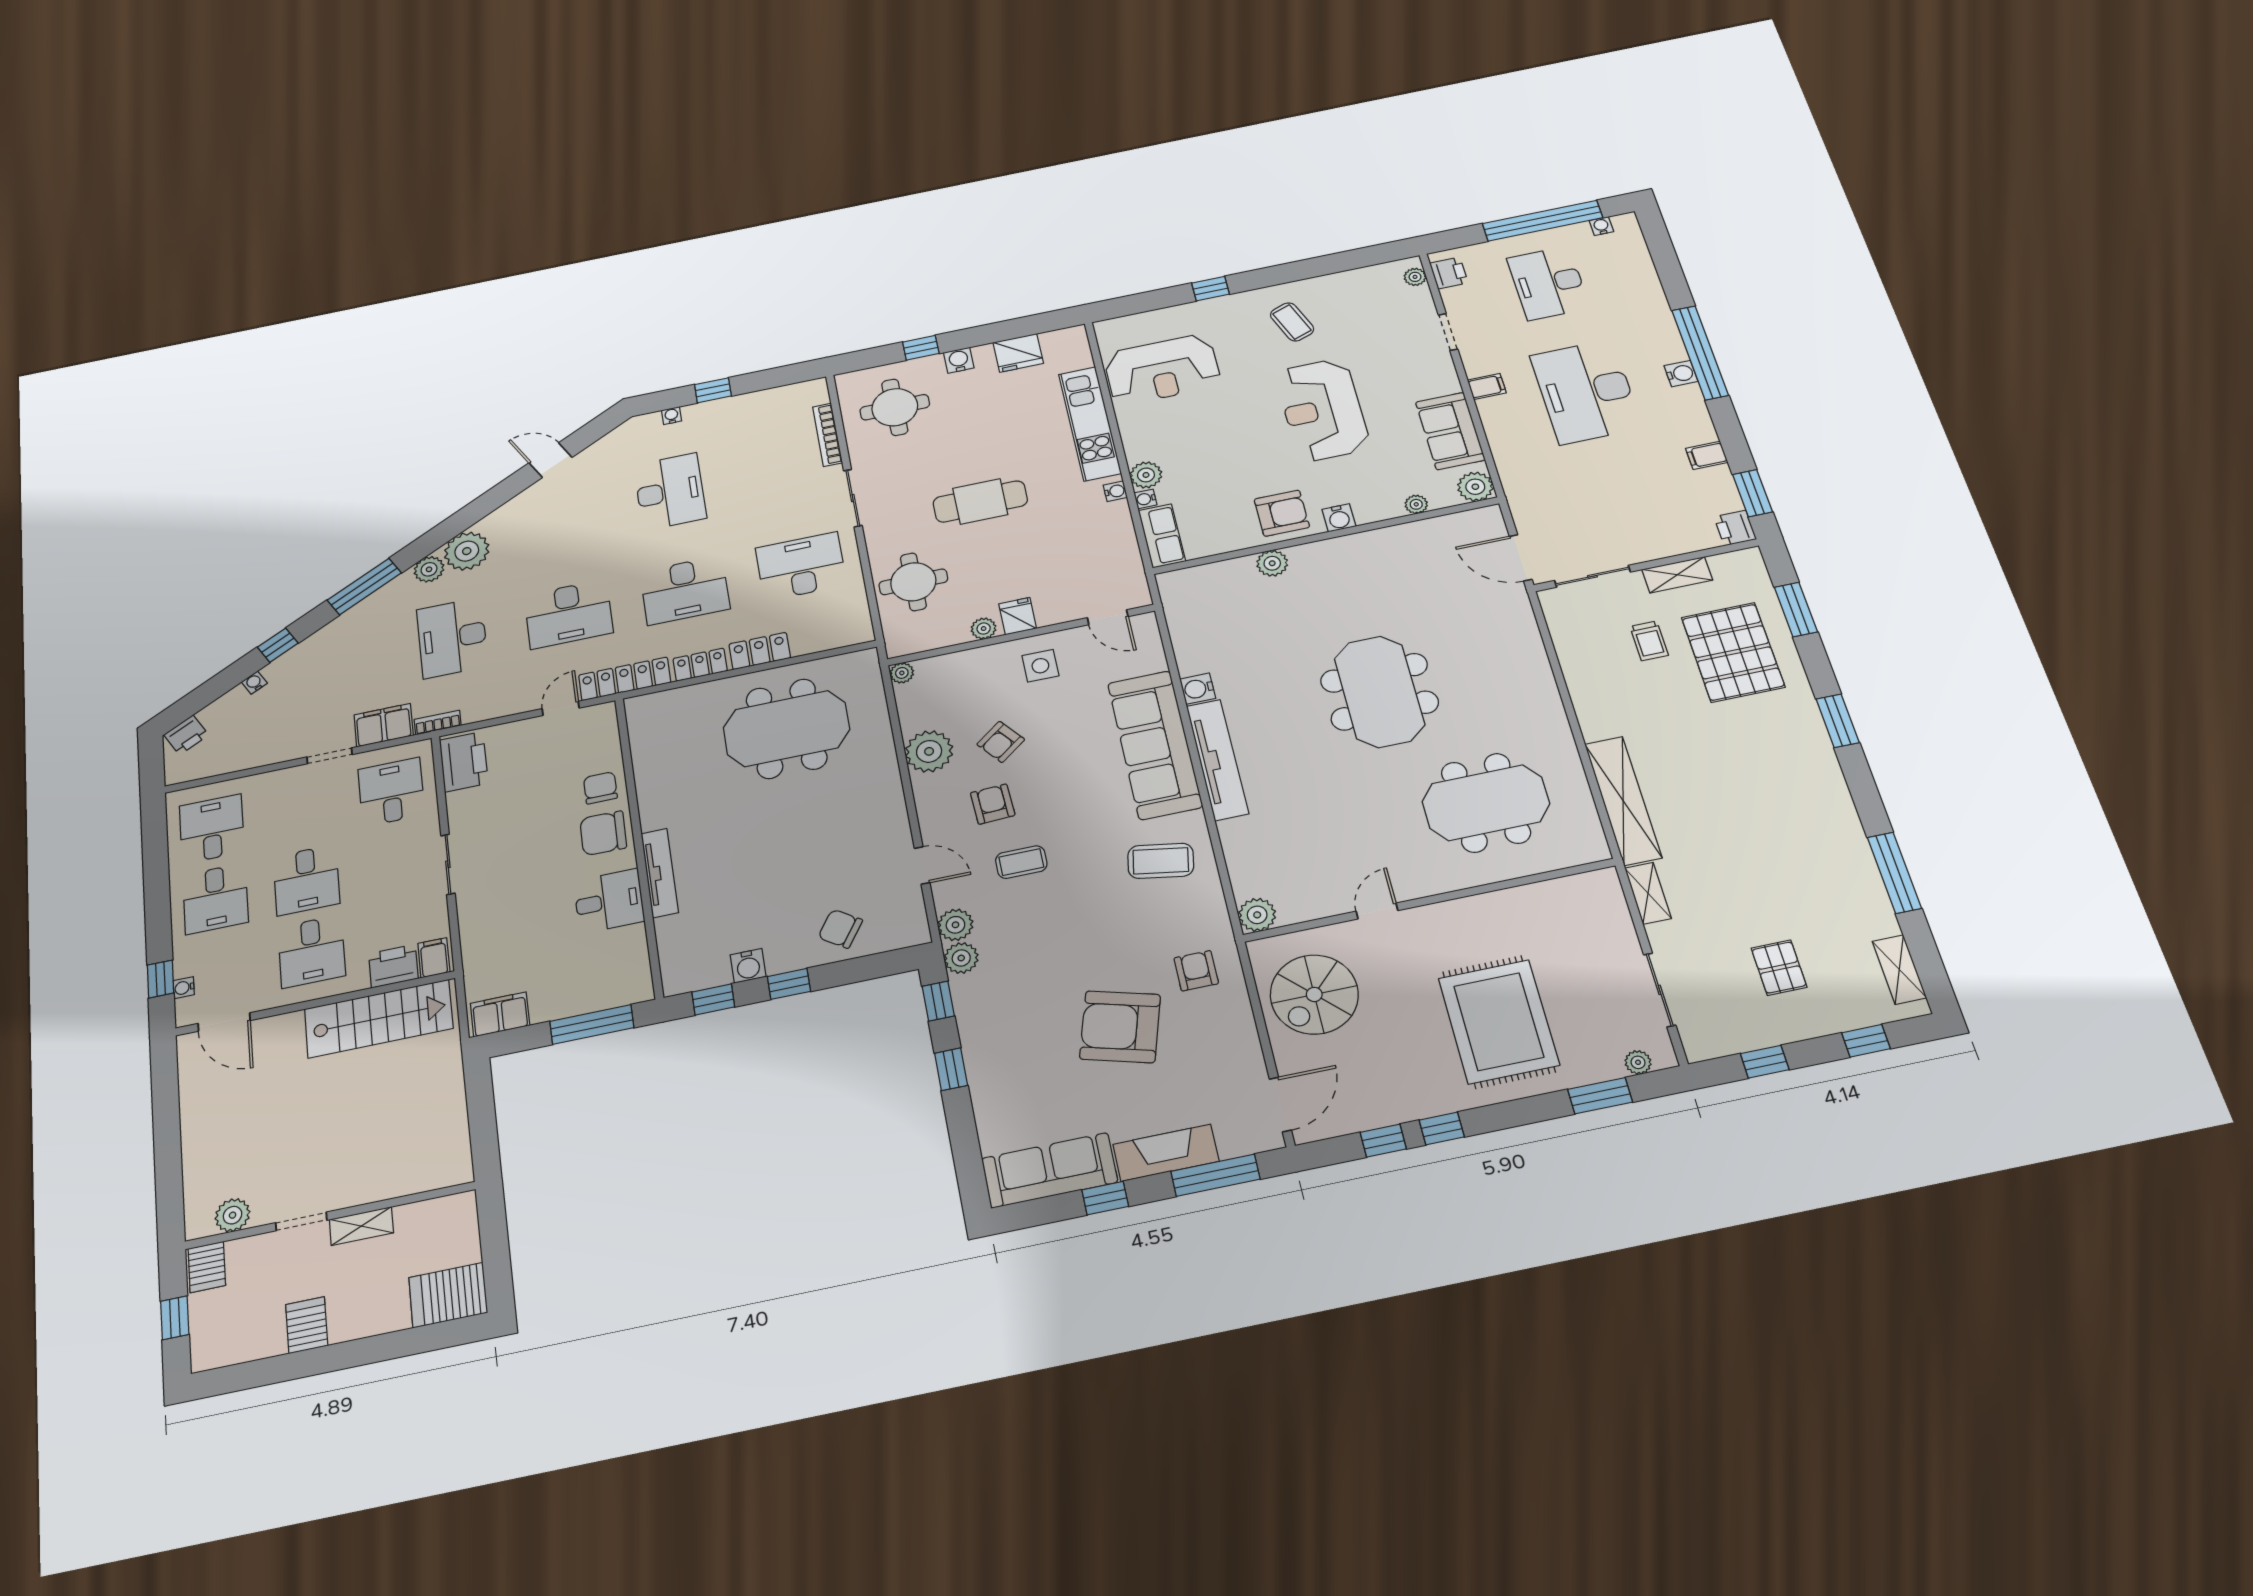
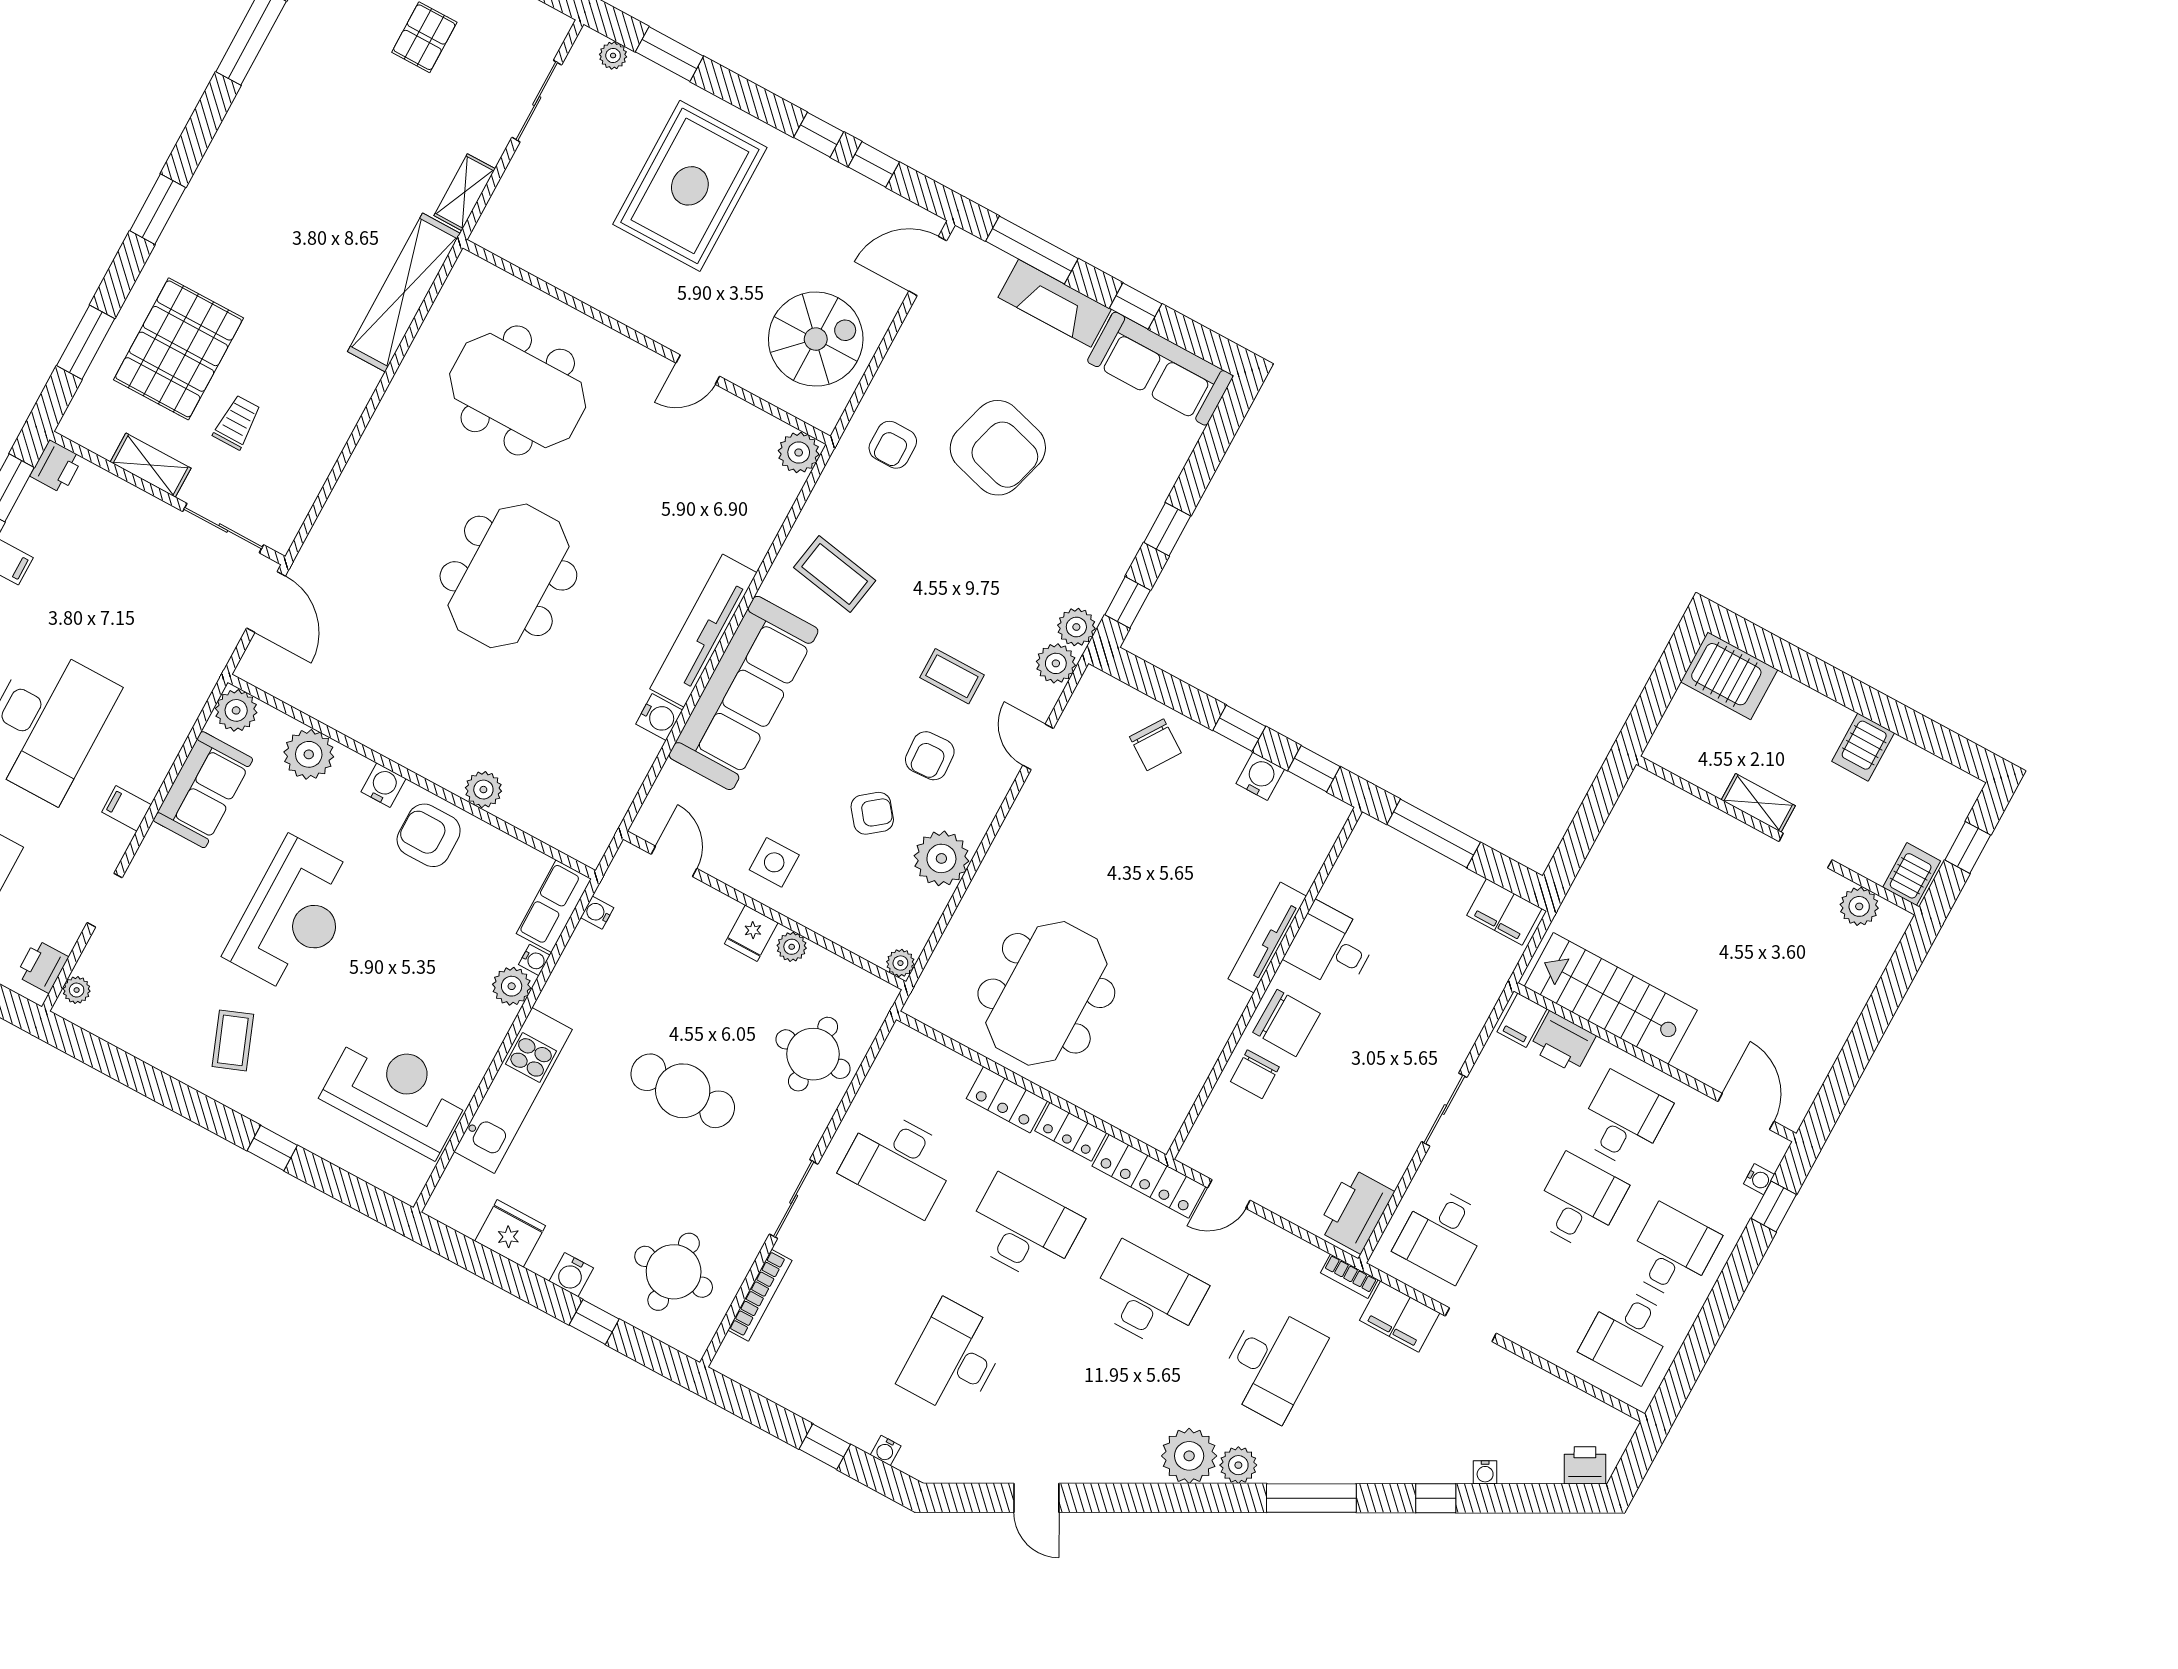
water cooler: (1115, 491) -> (597, 913), moved
plant: (1416, 504) -> (309, 754), width x1.88, depth x1.88
meeting table: (786, 729) -> (1046, 993), turned 90

